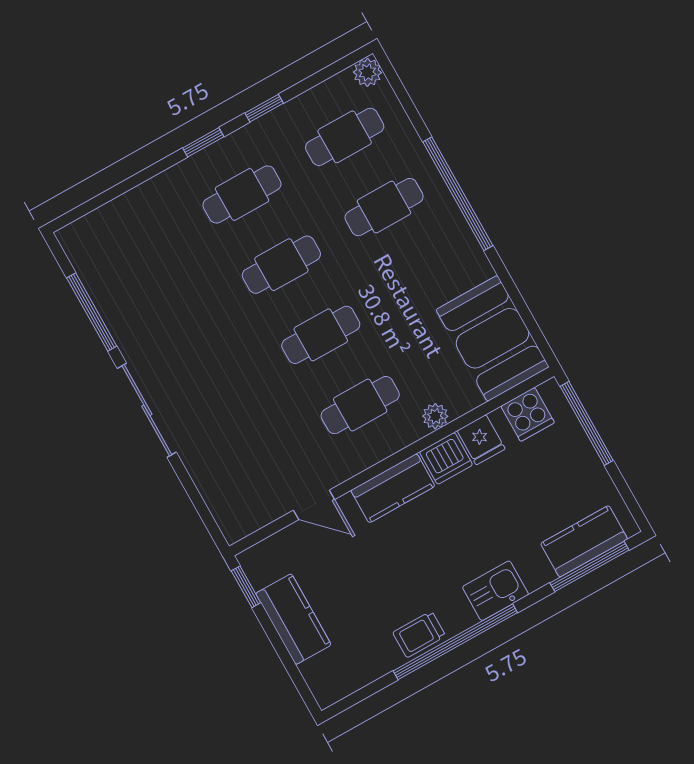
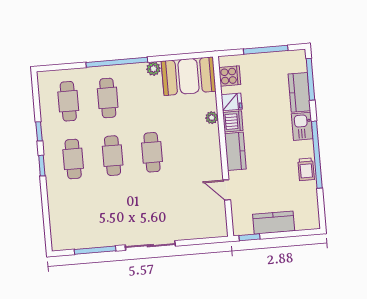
plant: (367, 72) -> (153, 69), moved
cafe table: (360, 405) -> (191, 149), removed
window: (587, 423) -> (266, 50), moved
door: (314, 505) -> (227, 190), swing flipped
kitchen counter: (584, 541) -> (299, 92), moved

